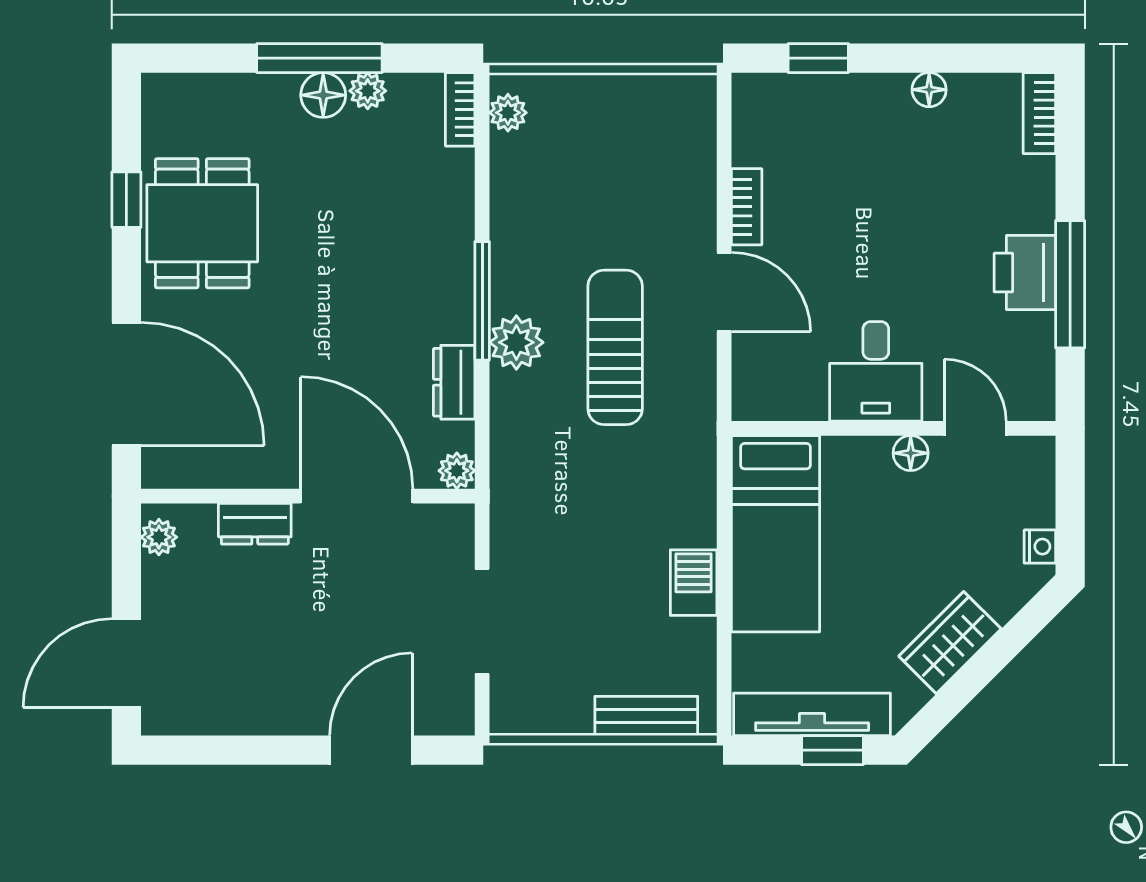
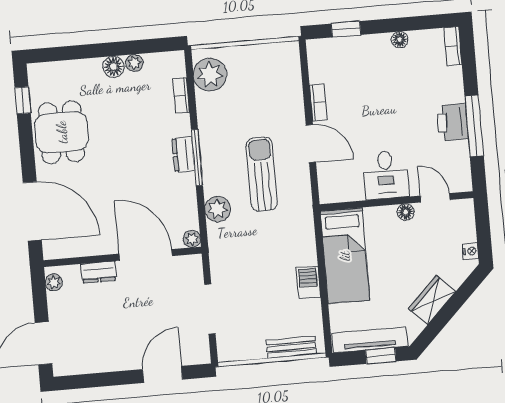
window: (319, 58) -> (110, 49), removed
bookcase: (460, 109) -> (181, 96), moved
plant: (508, 113) -> (210, 75), width x1.88, depth x1.88
window: (126, 200) -> (23, 100), moved
plant: (516, 342) -> (218, 209), moved
dresser: (454, 382) -> (183, 155), moved

